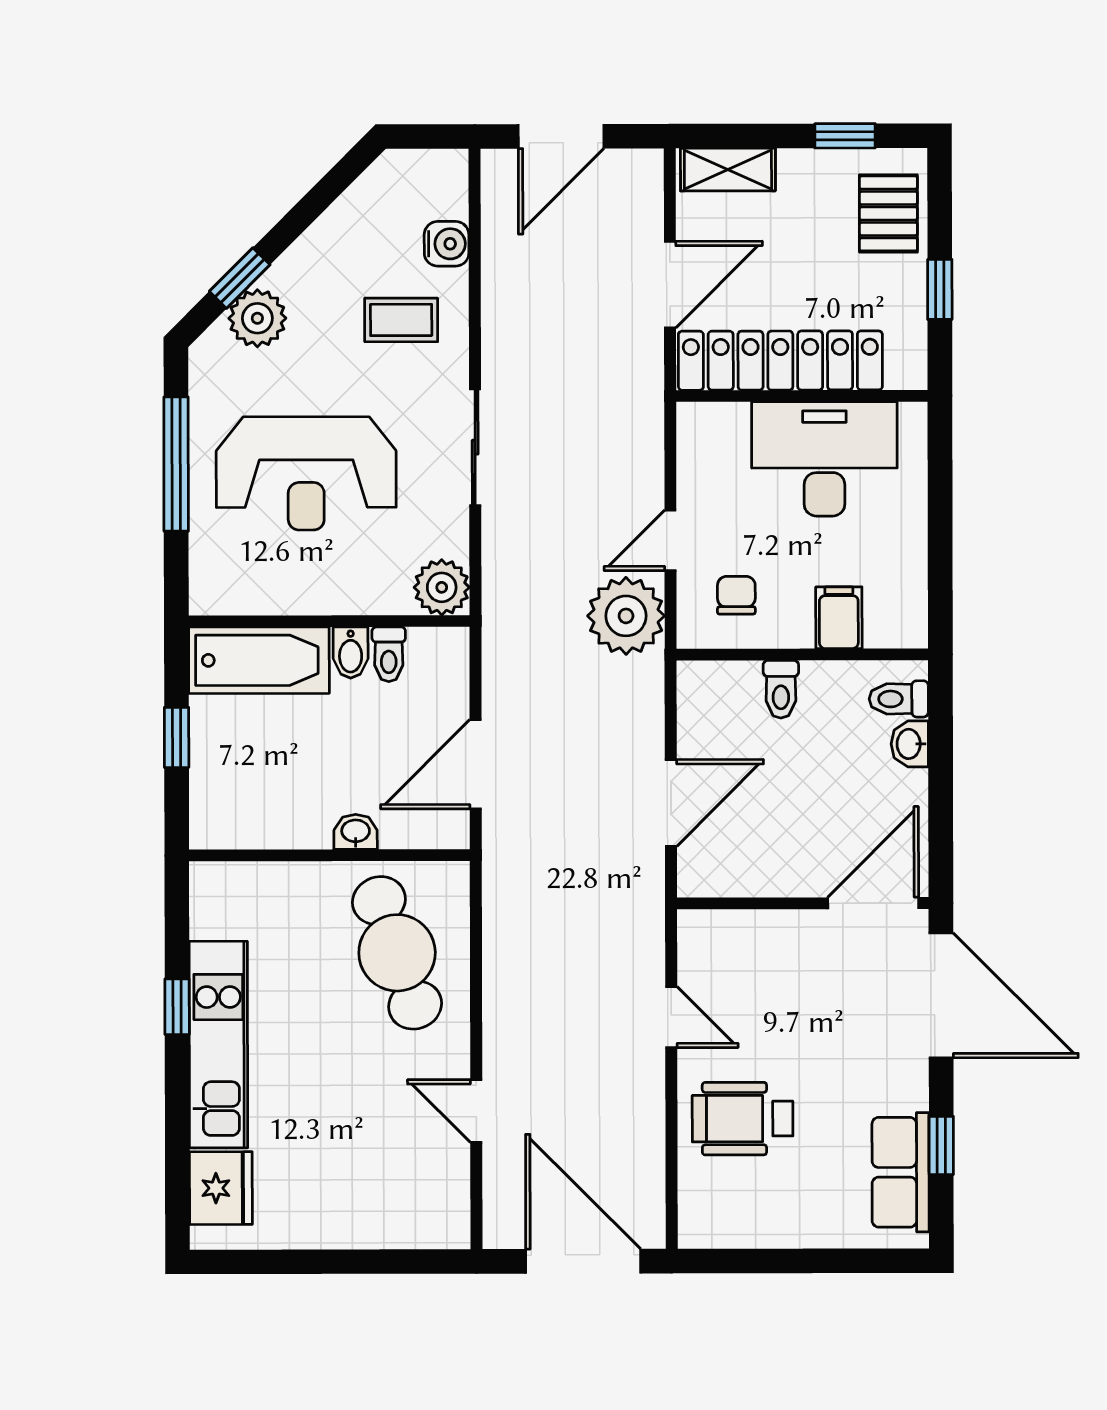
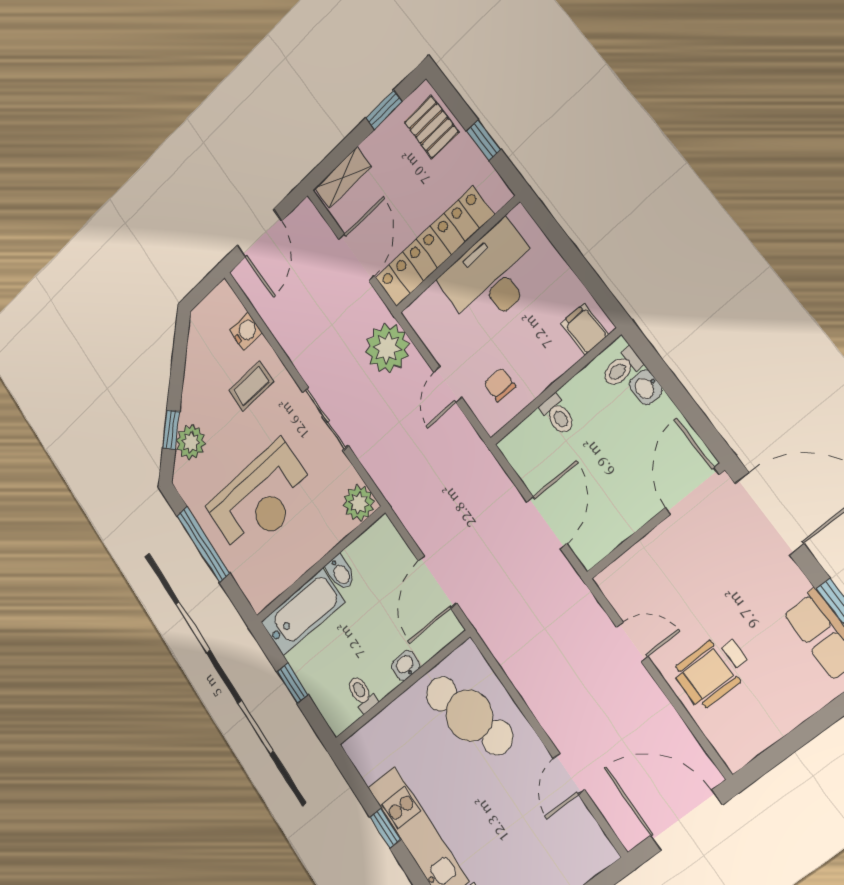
plant: (626, 616) -> (387, 348), moved
filing cabinet: (839, 618) -> (585, 329), moved
toilet: (389, 654) -> (362, 694), moved, turned 180
door: (476, 1111) -> (569, 774), hinge flipped

